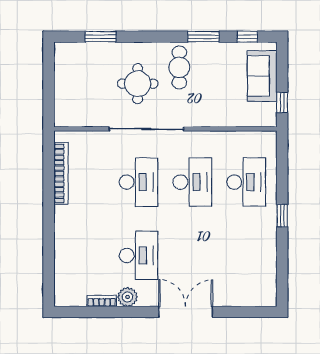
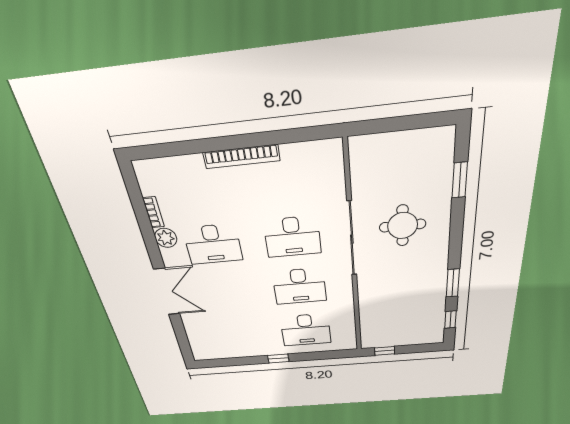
cafe table: (179, 67) -> (420, 264), removed
sofa: (262, 76) -> (410, 334), removed
bookcase: (61, 173) -> (242, 157), moved

